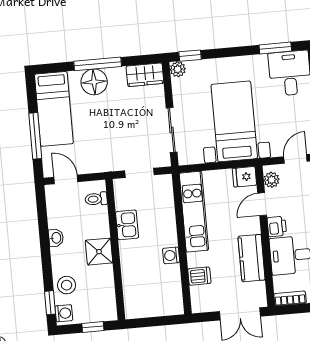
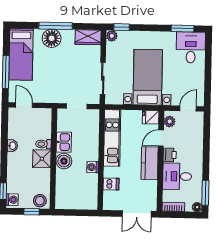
toilet: (96, 199) -> (43, 144), moved
boiler: (130, 251) -> (64, 161), added
kitchen counter: (252, 258) -> (150, 163), moved
stool: (67, 285) -> (40, 201), moved

